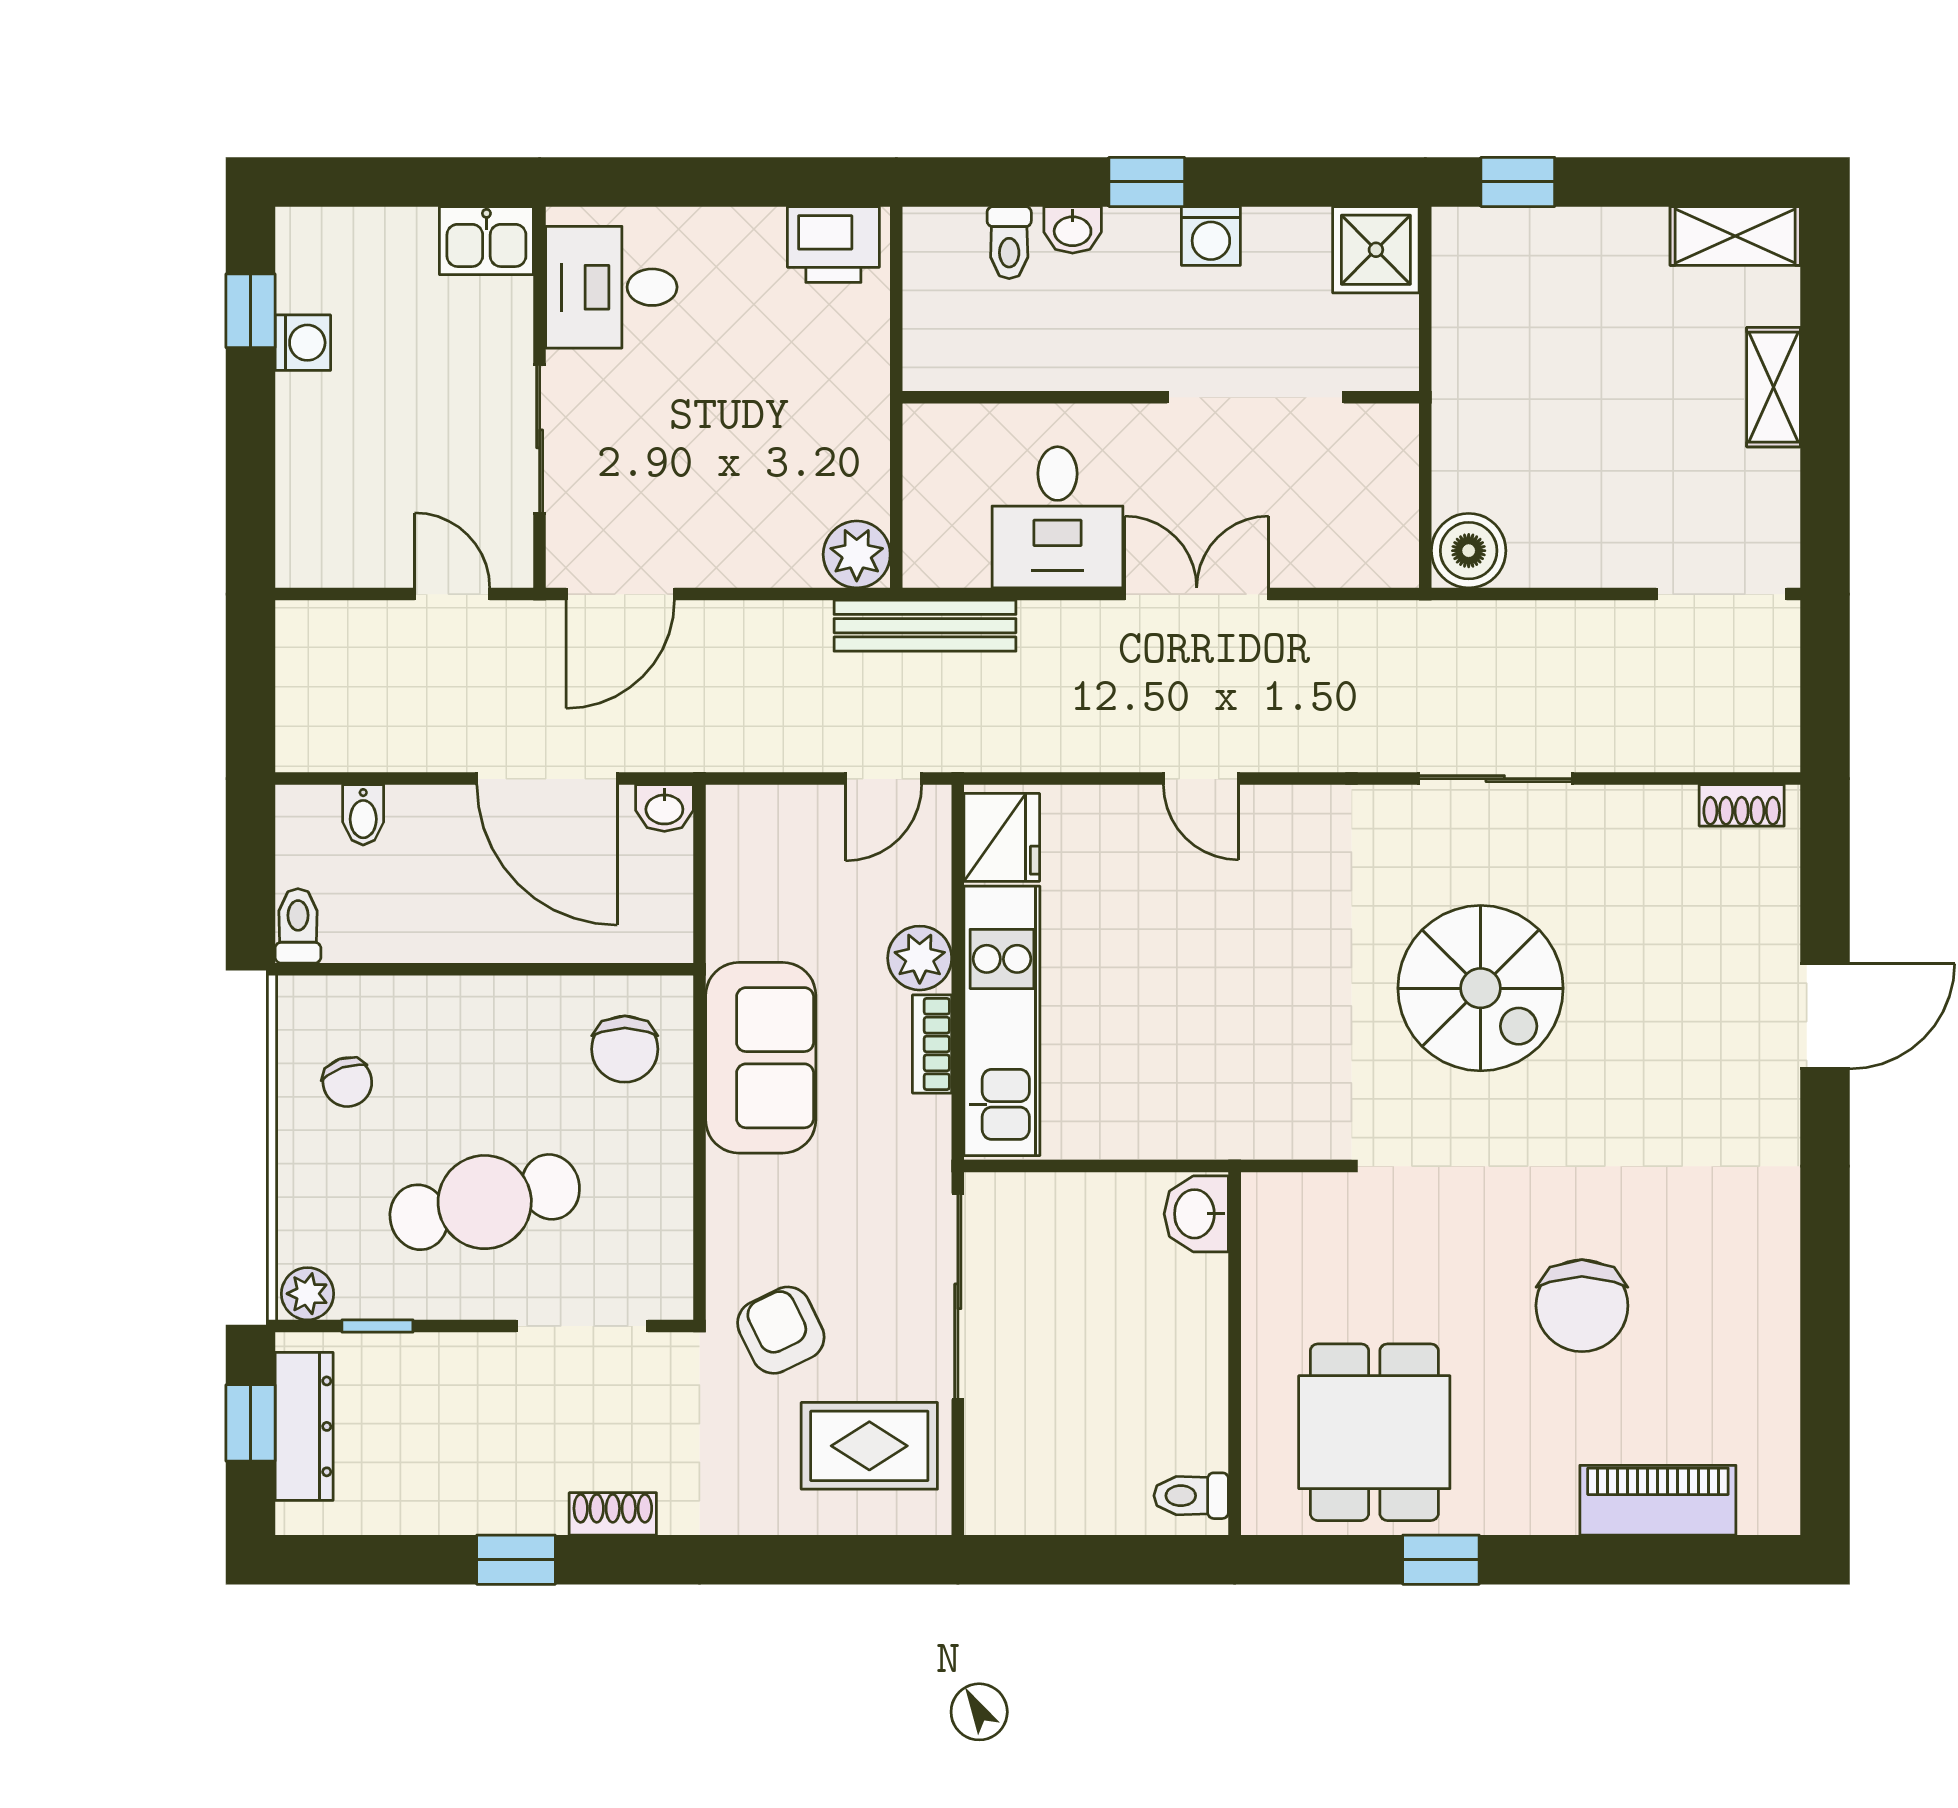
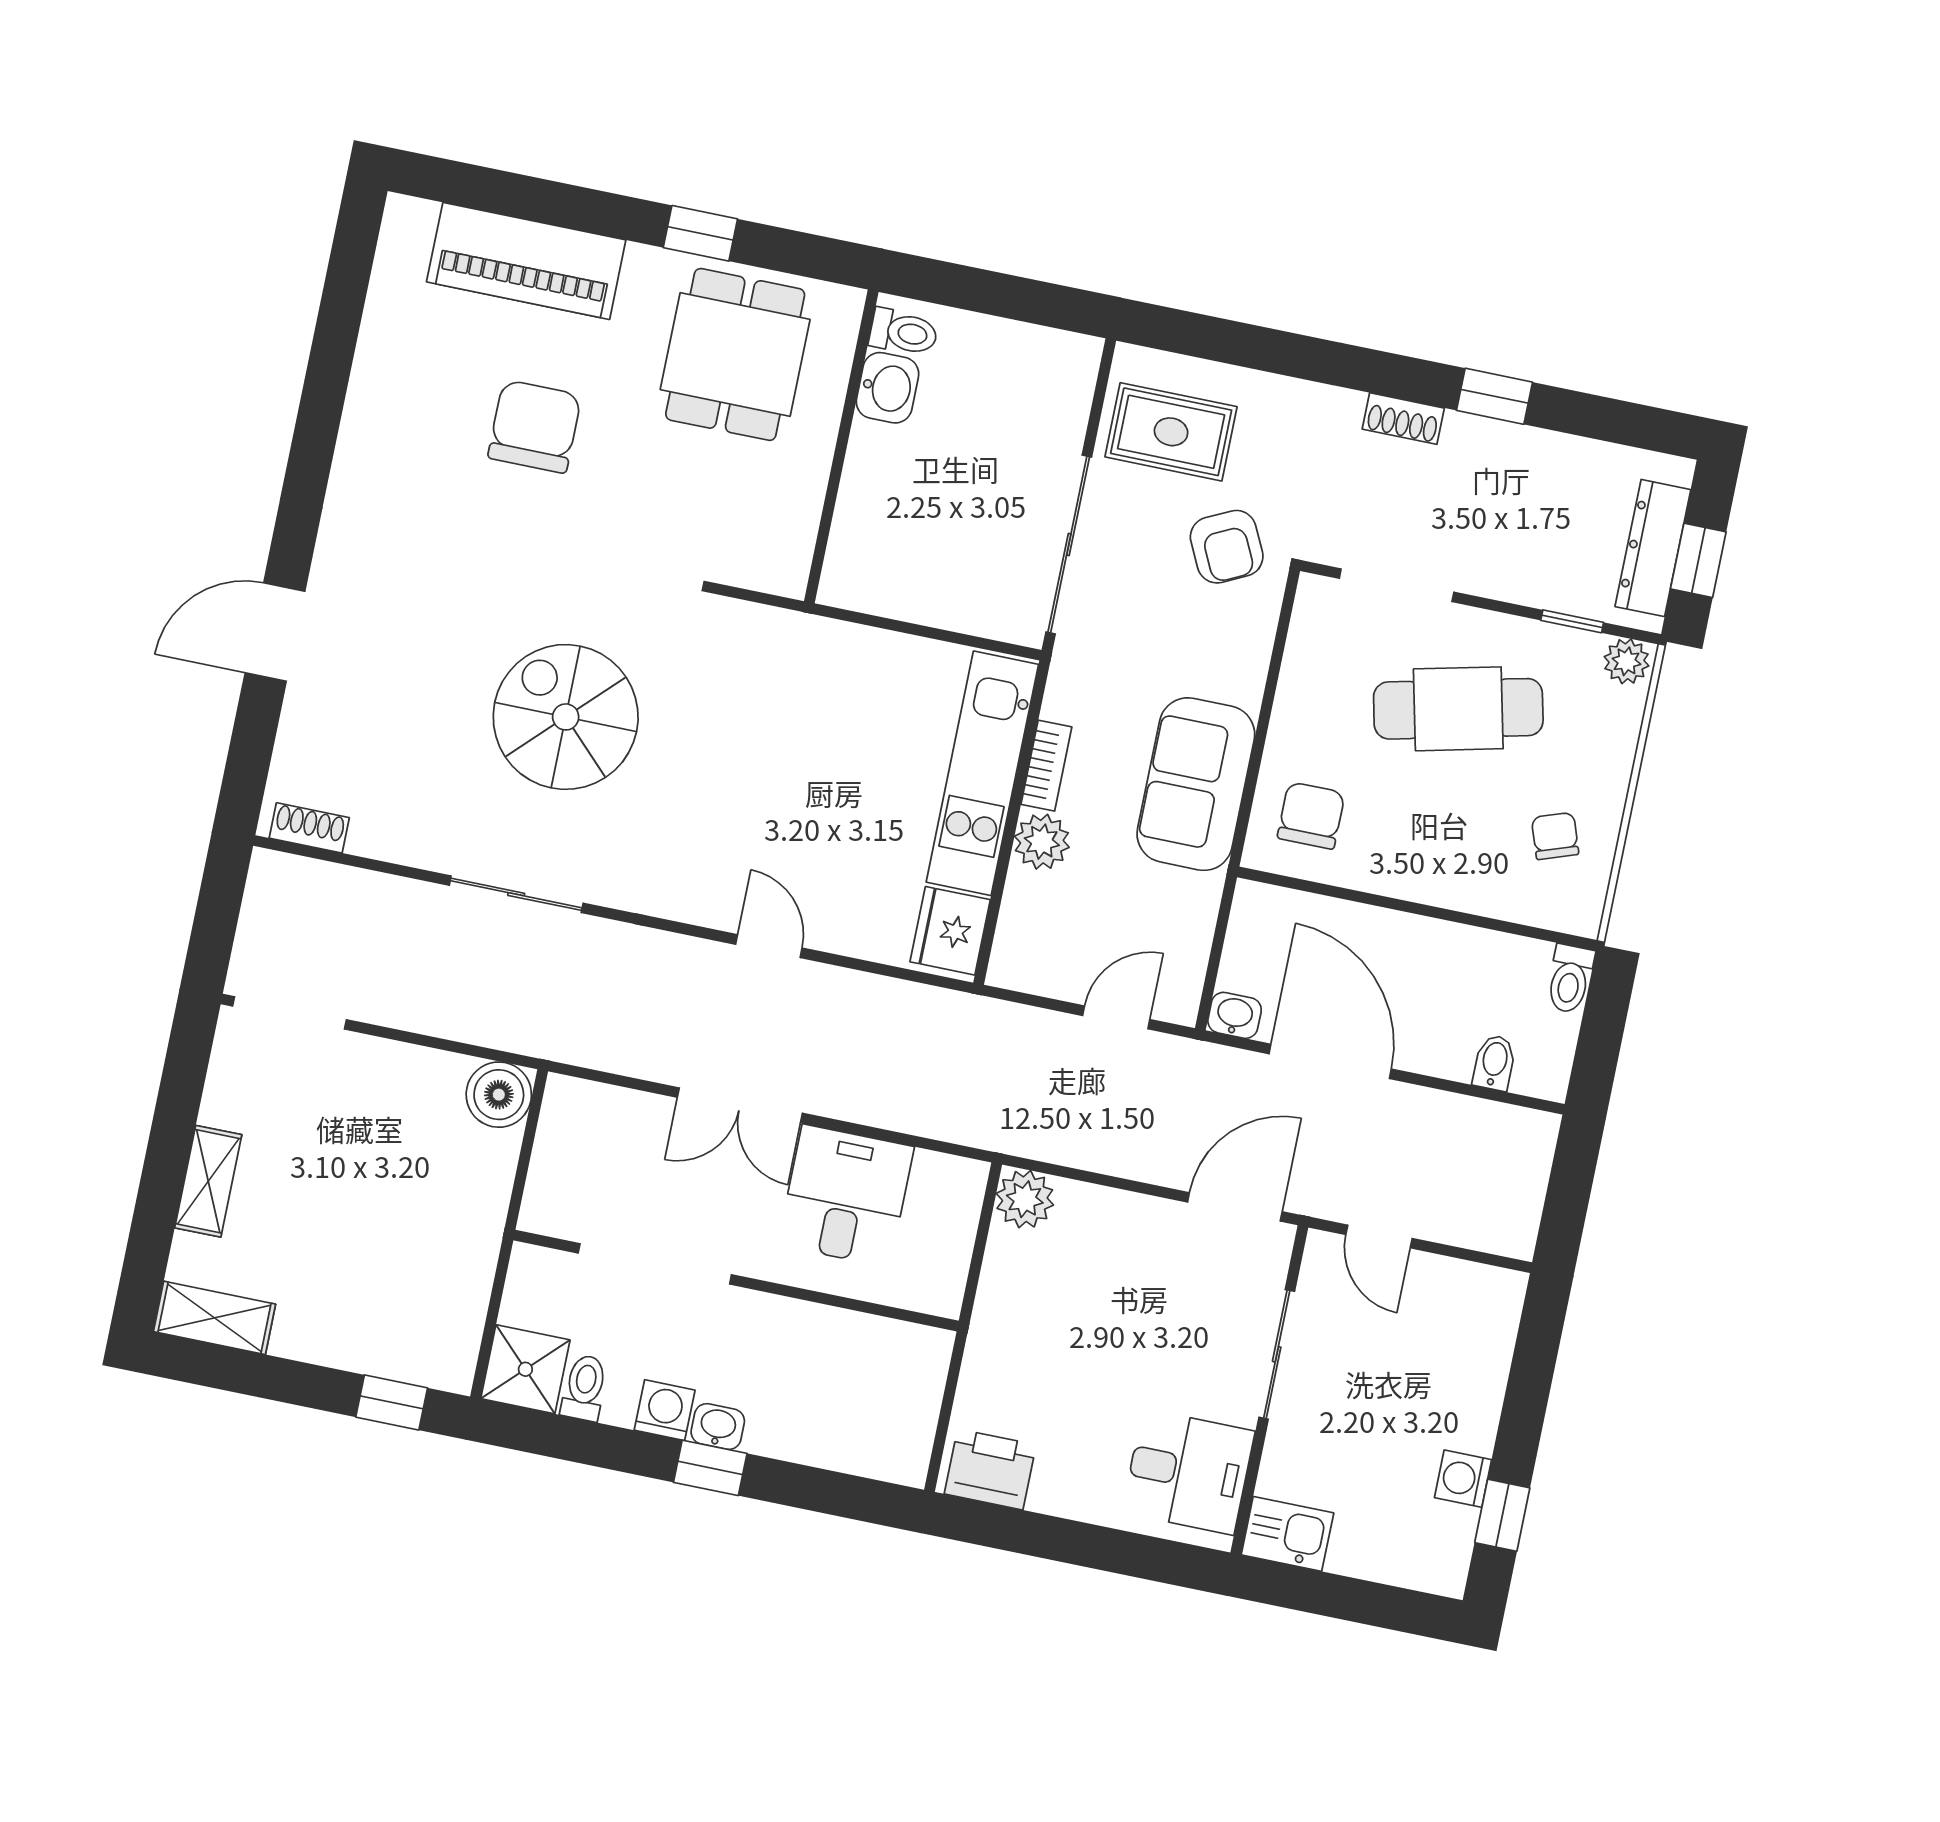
washbasin: (1073, 230) -> (718, 1427), moved
toilet: (1009, 243) -> (584, 1388), moved
bench: (925, 626) -> (979, 1126), removed
door: (884, 779) -> (1116, 1017), moved
washbasin: (1196, 1214) -> (888, 388), moved
piano: (1658, 1500) -> (526, 261), width x1.37, depth x1.33

